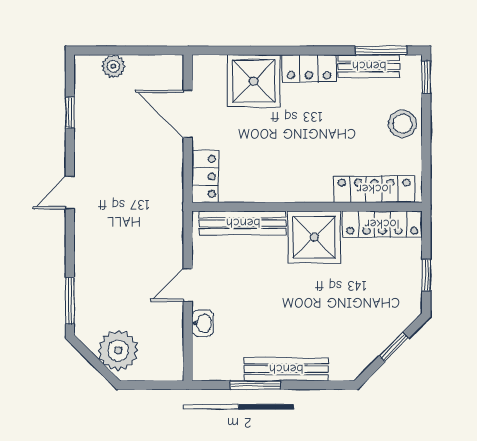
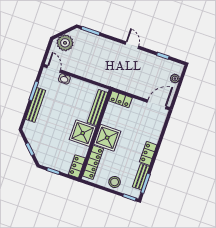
shower: (253, 81) -> (107, 138), moved
door: (188, 114) -> (157, 104), moved
locker: (382, 224) -> (77, 166), width x0.66
door: (188, 285) -> (54, 69), moved

